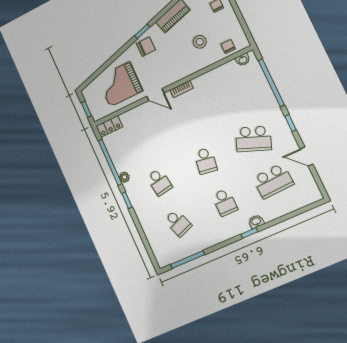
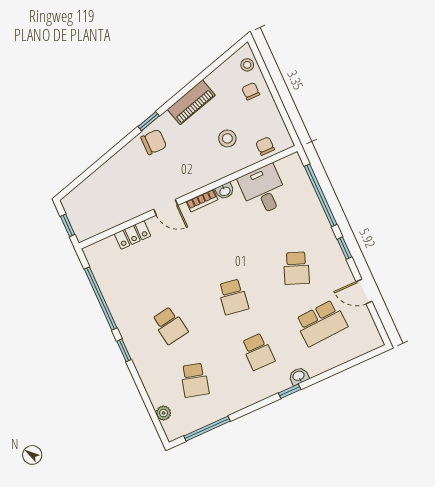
washbasin: (243, 60) -> (225, 191), moved
desk: (227, 80) -> (263, 190), added
grand piano: (120, 84) -> (116, 192), removed
locker: (109, 126) -> (132, 235), moved
school desk: (253, 139) -> (296, 268), width x0.54
plant: (124, 177) -> (164, 413), moved
school desk: (178, 223) -> (195, 380), turned 36

